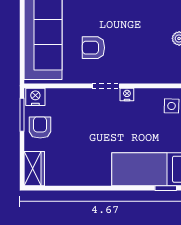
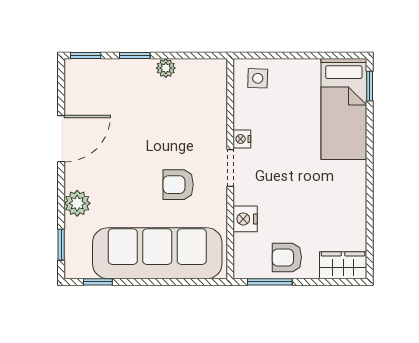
armchair: (93, 48) -> (178, 185), turned 90
nightstand: (35, 97) -> (245, 219), moved

